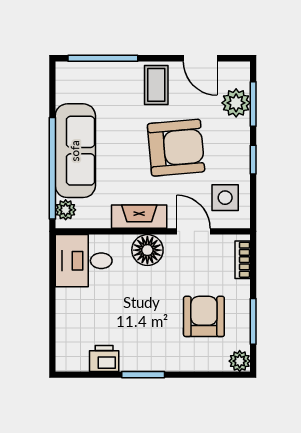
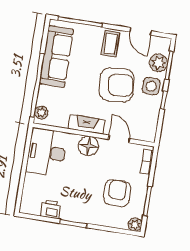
sofa: (75, 151) -> (57, 56), moved
side table: (225, 198) -> (151, 86), moved
desk: (84, 261) -> (47, 152), width x1.37

